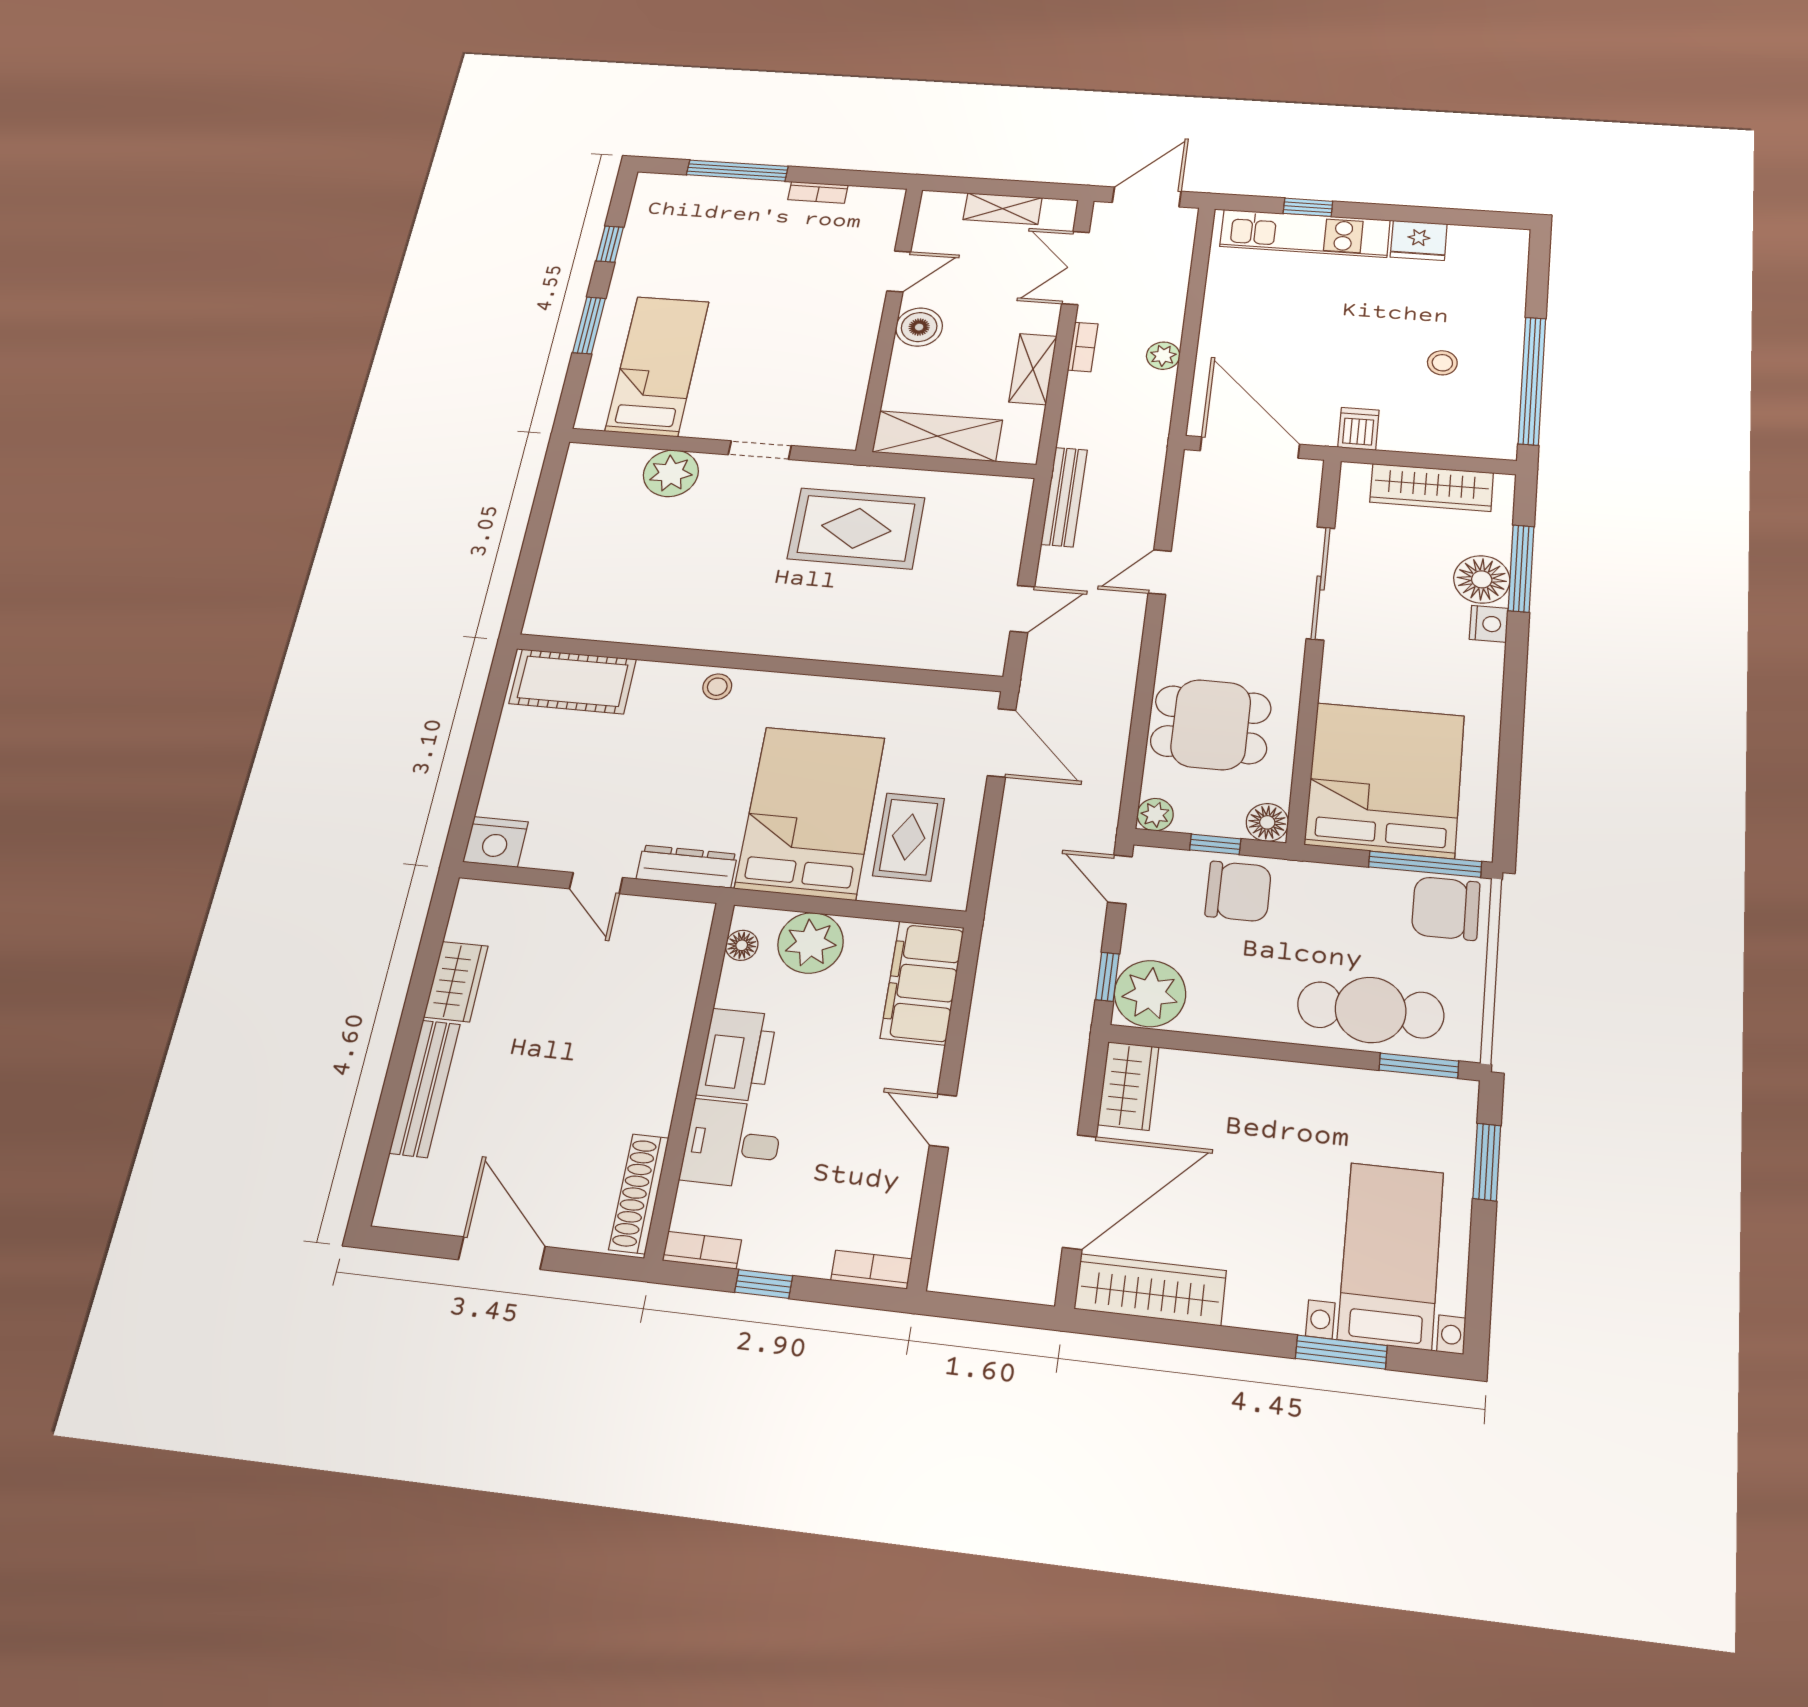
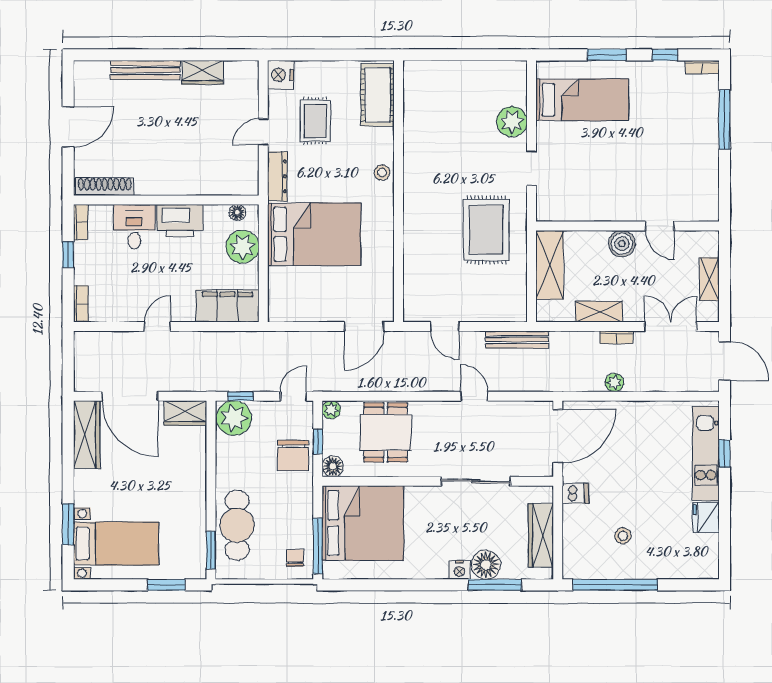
bookcase: (818, 192) -> (702, 67), moved, turned -90
rug: (909, 837) -> (315, 121), moved, turned 90
chair: (1446, 908) -> (295, 558), width x0.54, depth x0.54

